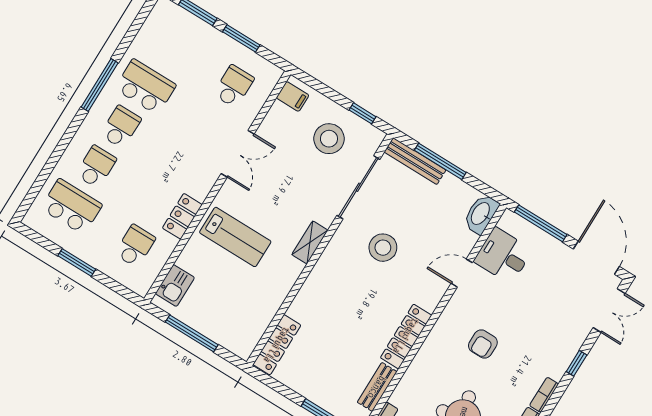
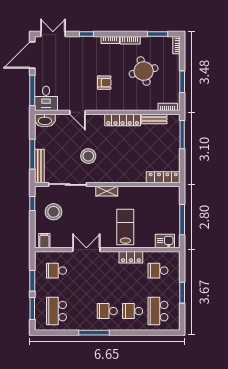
school desk: (145, 87) -> (56, 311), moved
desk: (503, 256) -> (46, 98), moved

